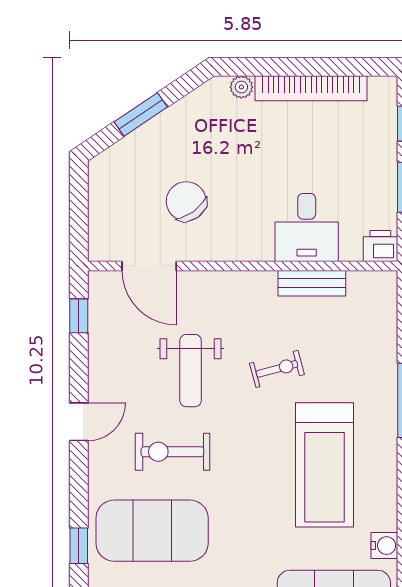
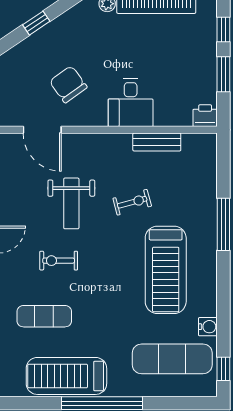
window: (141, 114) -> (36, 23), width x0.67
desk: (307, 227) -> (131, 103), moved
exercise bike: (172, 452) -> (59, 261), width x0.73, depth x0.72
exercise mat: (152, 531) -> (44, 316), width x0.50, depth x0.69

